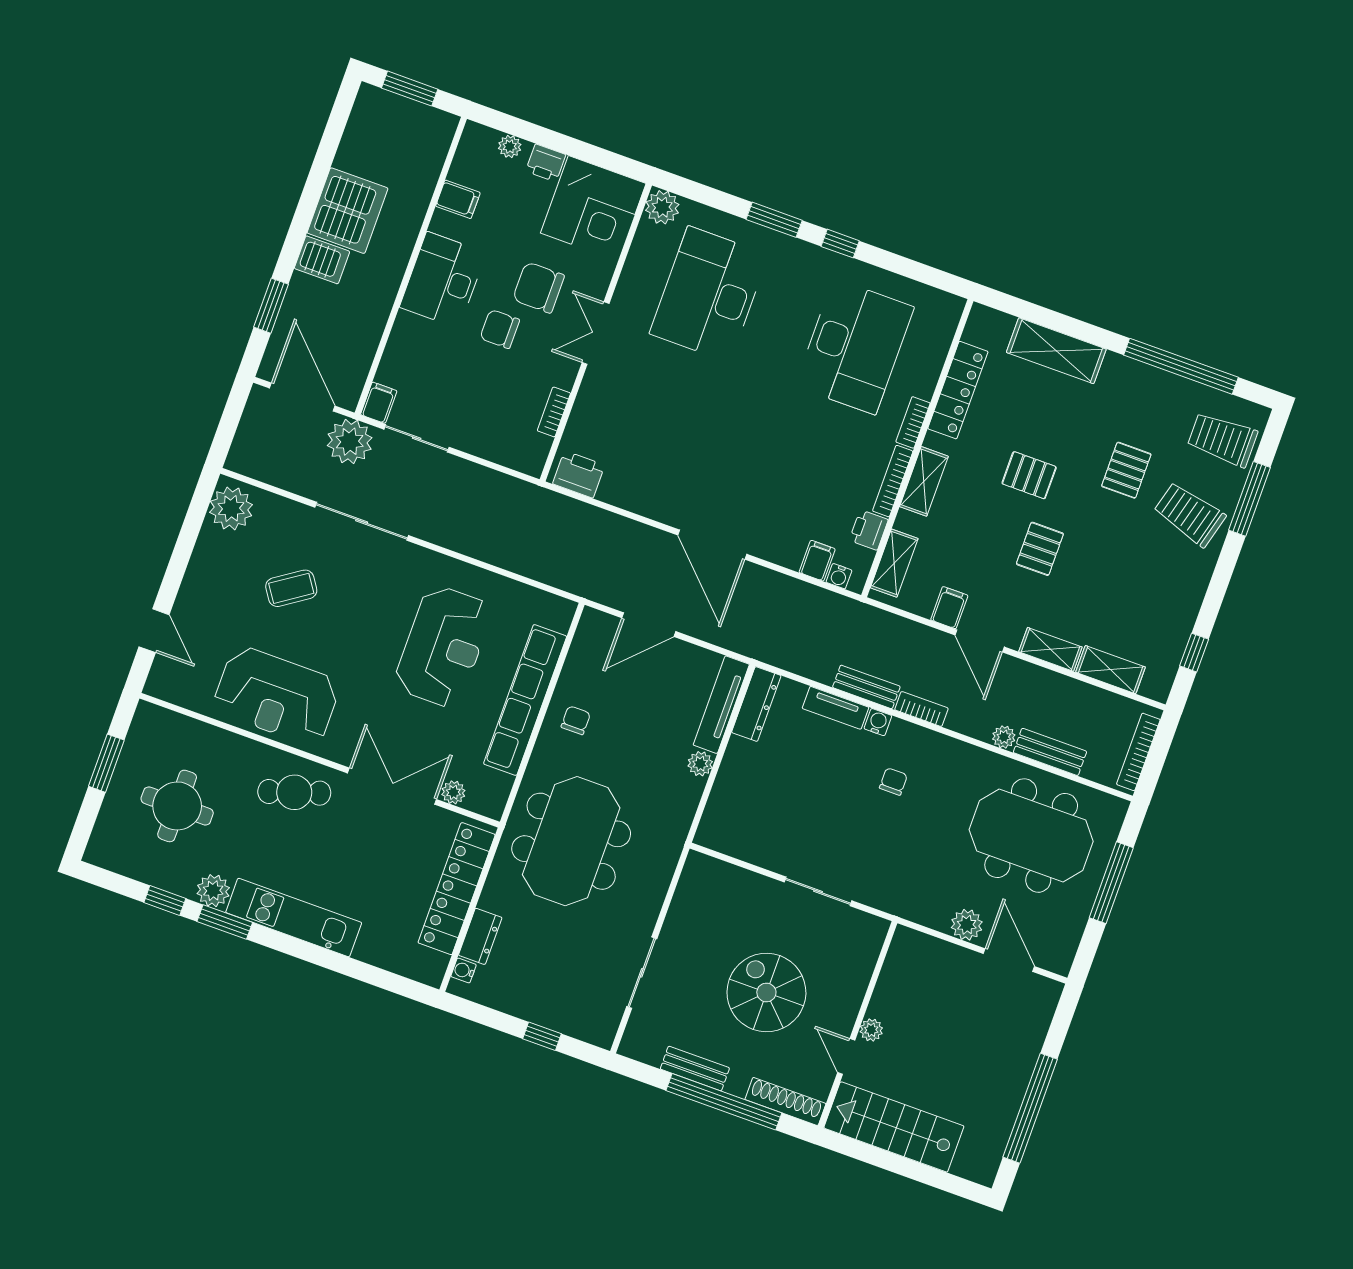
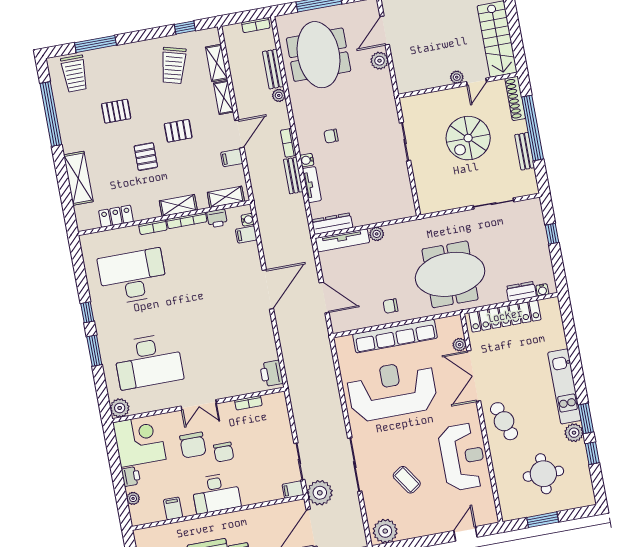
locker: (958, 390) -> (116, 216), width x0.66
trolley: (1190, 514) -> (173, 65), moved
reception desk: (443, 646) -> (392, 390), width x1.36, depth x1.30
bookcase: (1138, 752) -> (256, 25), width x0.64

